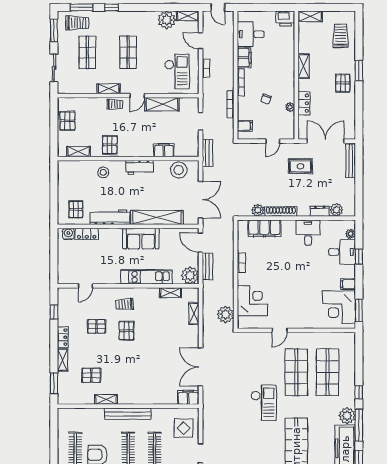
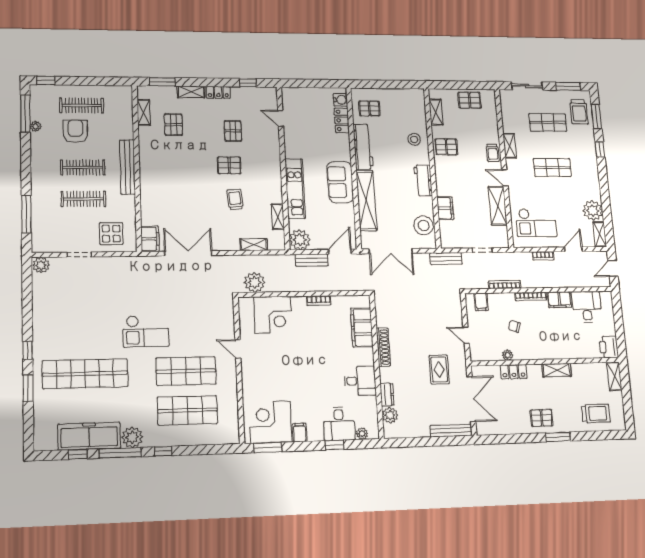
plant: (258, 210) -> (383, 319), removed
trolley: (125, 304) -> (235, 200), moved
shelving: (106, 399) -> (144, 112), moved

